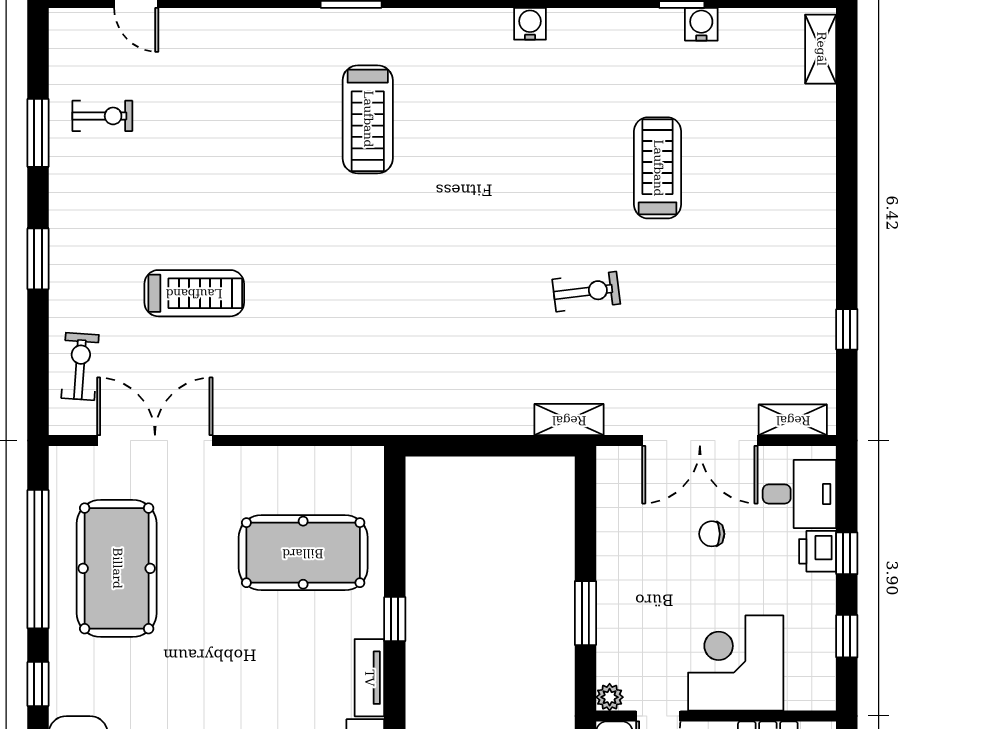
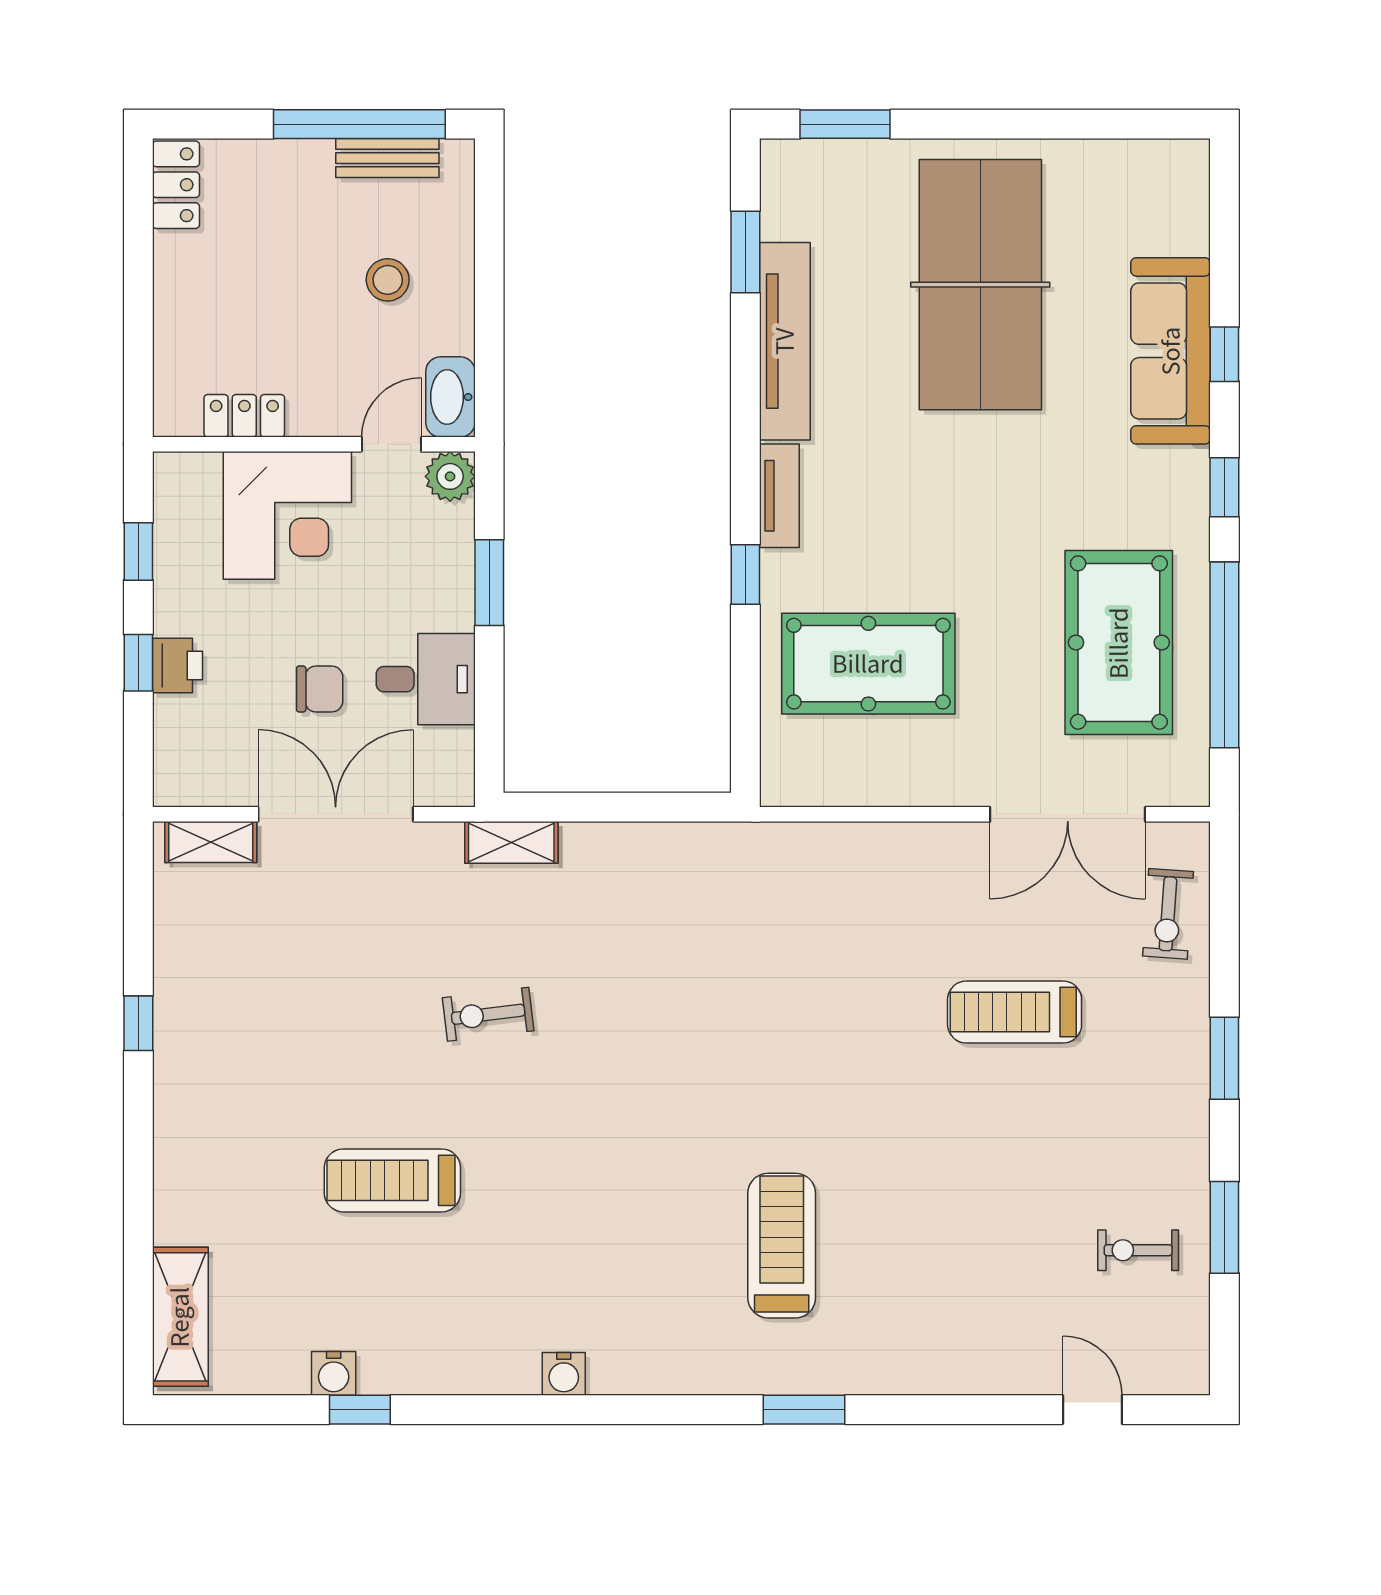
shelving: (821, 49) -> (180, 1317), width x1.50, depth x1.33
treadmill: (658, 168) -> (392, 1180), turned 90
window: (847, 329) -> (138, 1023), moved
desk: (799, 494) -> (426, 679), moved, turned 180
chair: (712, 534) -> (320, 689), width x1.37, depth x1.37
plant: (610, 697) -> (450, 476), width x1.38, depth x1.38

